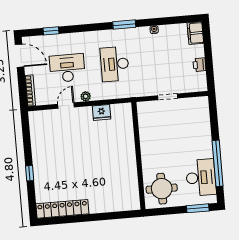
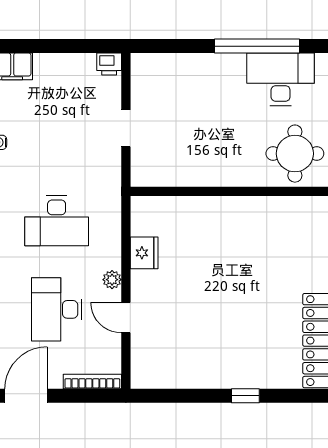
printer: (199, 65) -> (109, 64), moved

